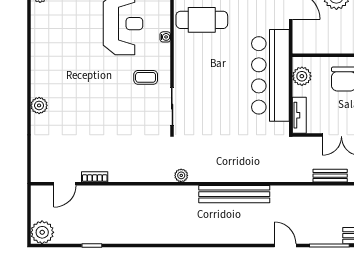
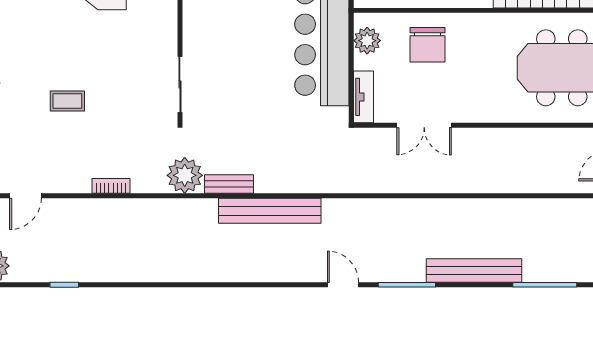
coffee table: (146, 77) -> (67, 101), moved
plant: (181, 175) -> (185, 175), width x1.88, depth x1.88
bench: (330, 176) -> (229, 184), moved
bookcase: (95, 177) -> (111, 186), moved

